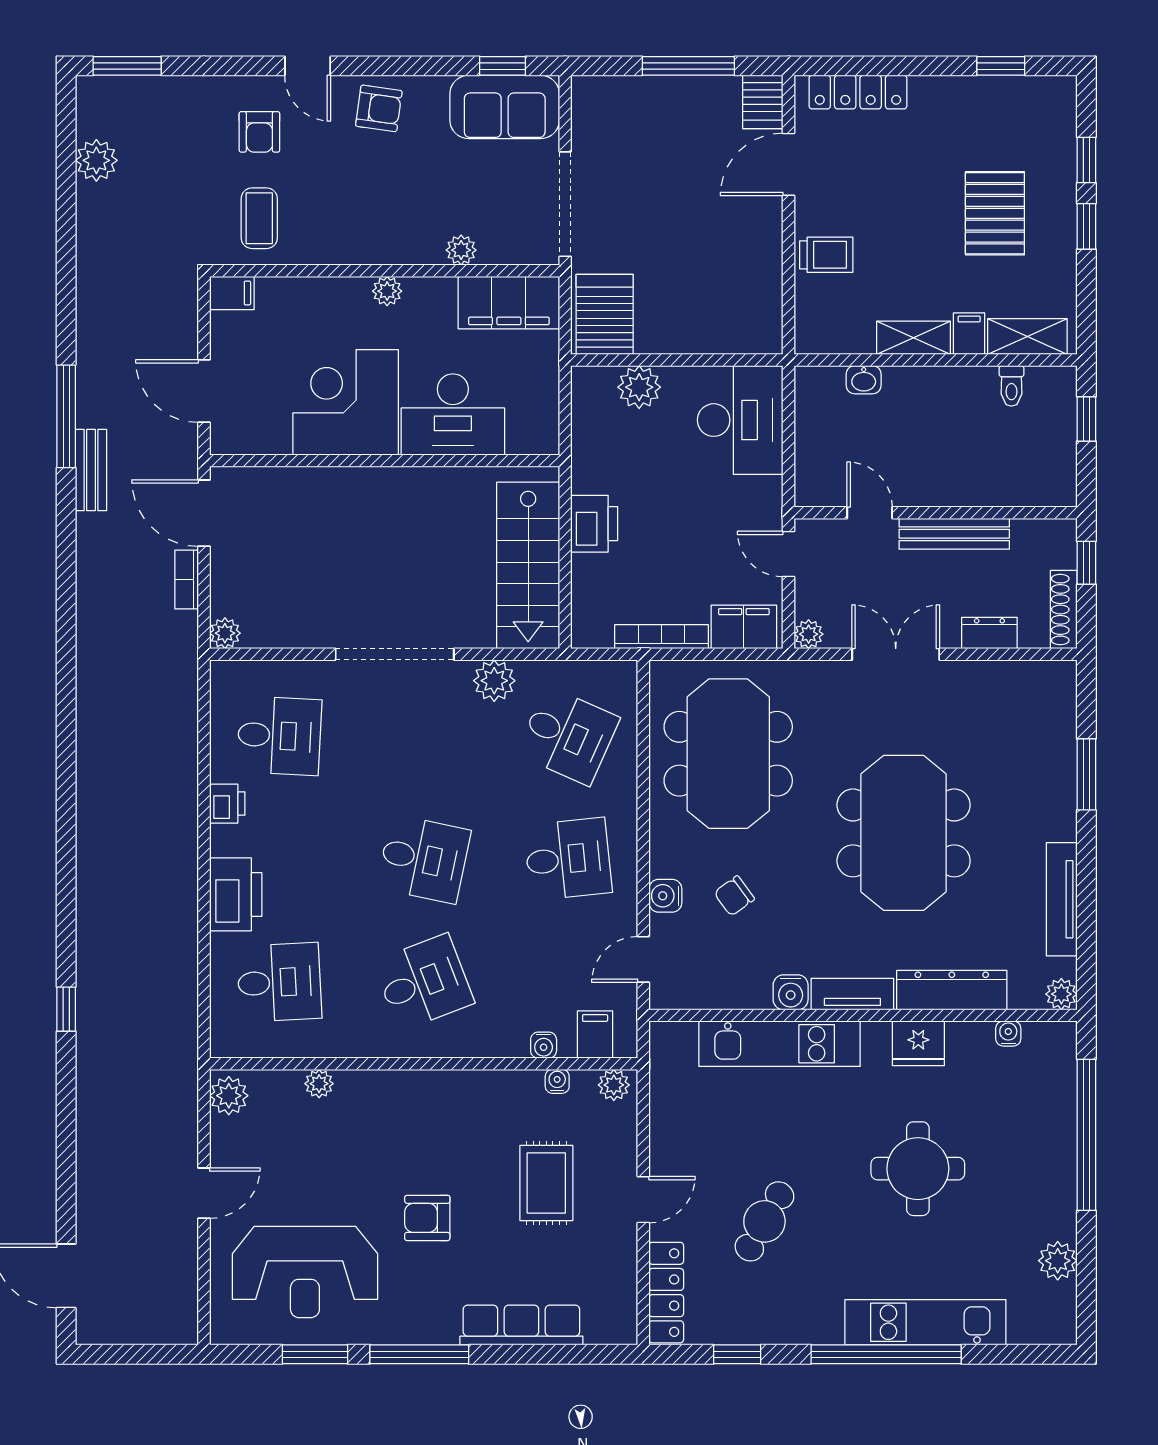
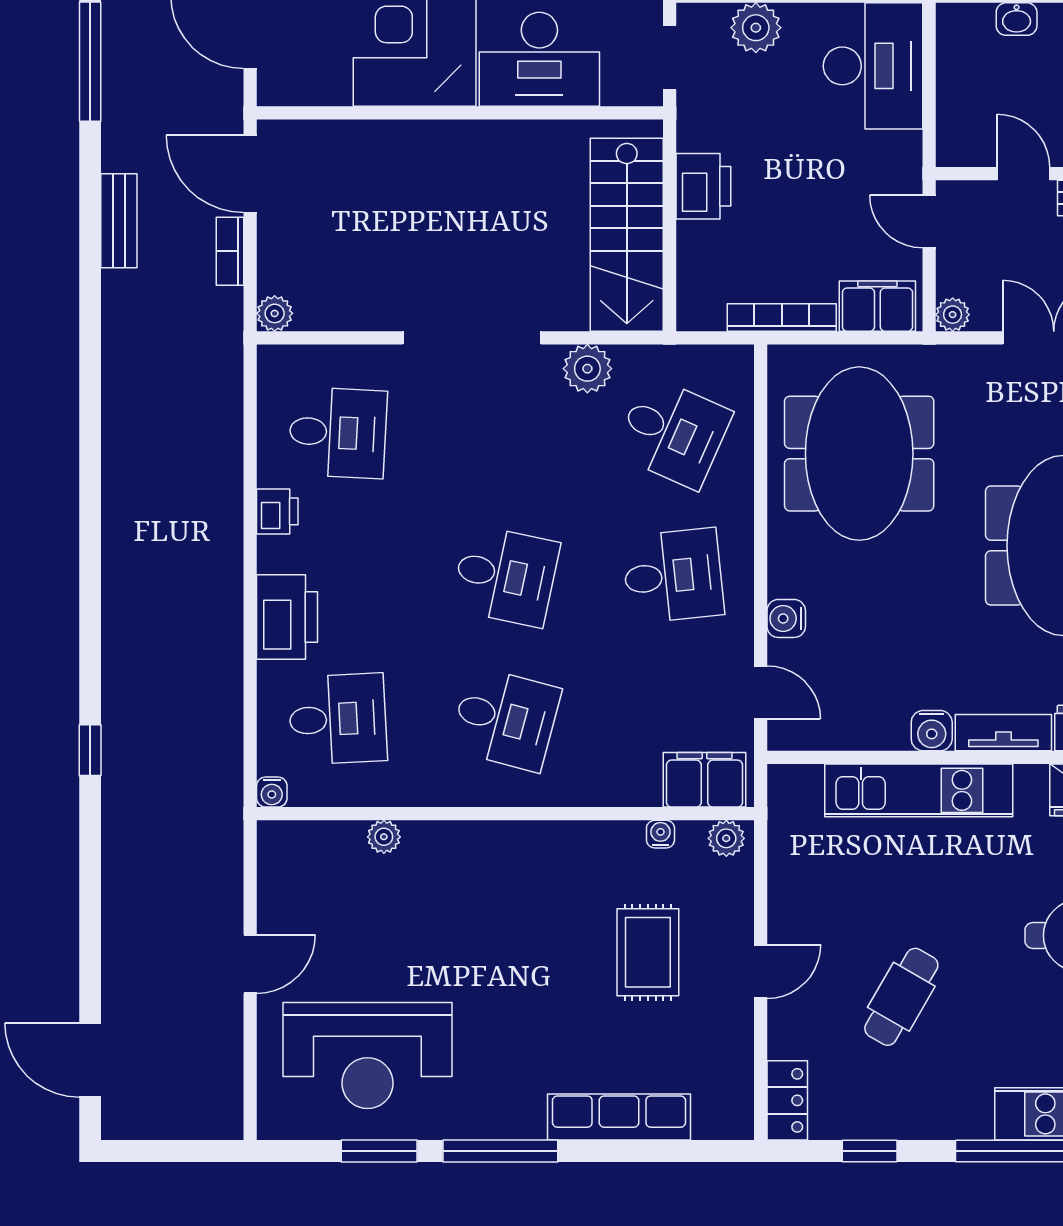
doorway: (565, 413) -> (670, 57), added
bench: (91, 470) -> (119, 221), moved
chair: (734, 896) -> (866, 619), removed
door: (643, 959) -> (761, 692), swing flipped
desk: (424, 982) -> (505, 719), turned 36
filing cabinet: (595, 1035) -> (704, 780), width x2.00
water cooler: (544, 1045) -> (272, 792), moved
plant: (229, 1096) -> (279, 851), removed
armchair: (427, 1218) -> (510, 993), removed
locker: (666, 1293) -> (787, 1100), width x0.66

